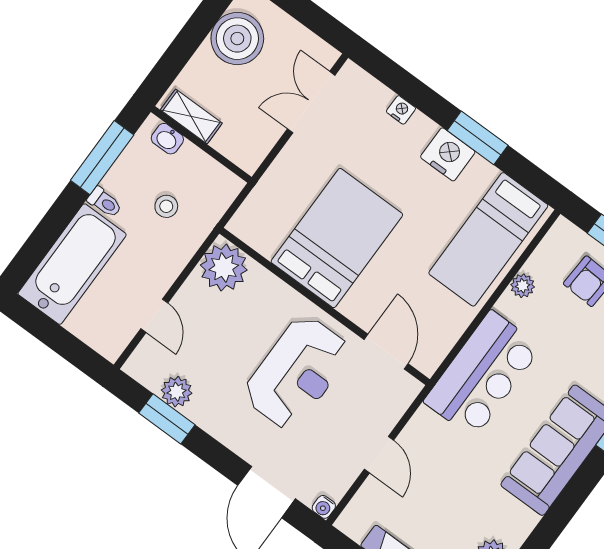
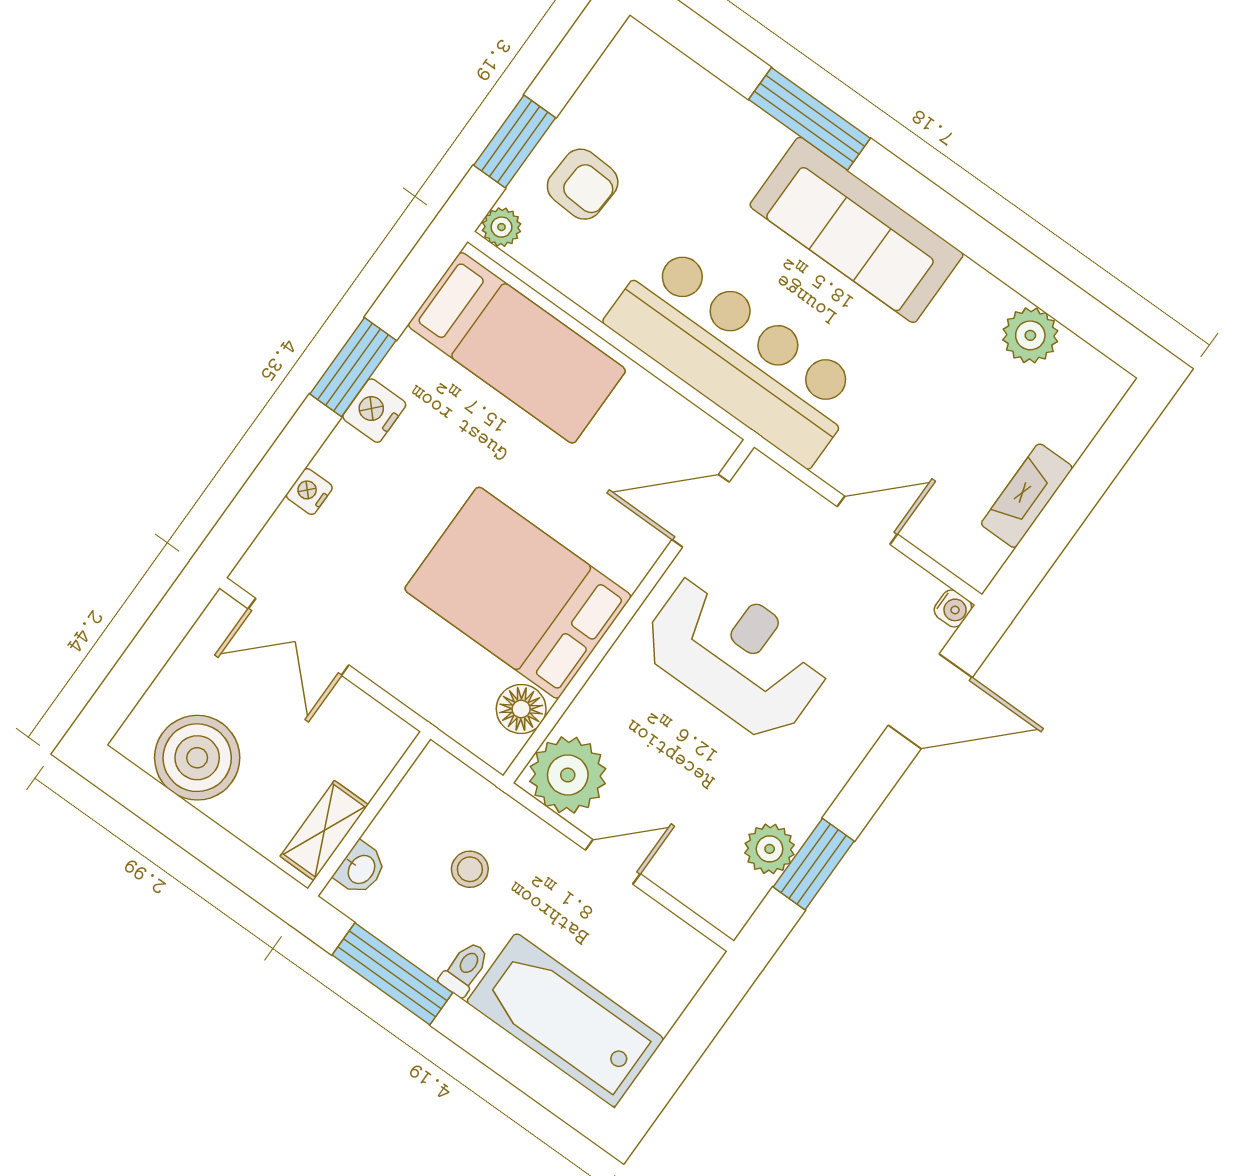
nightstand: (448, 154) -> (374, 411), width x0.74, depth x0.75
floor lamp: (265, 239) -> (521, 709), added
plant: (523, 286) -> (501, 227), moved
door: (154, 316) -> (613, 862), moved
bar counter: (483, 374) -> (735, 354), width x1.36

